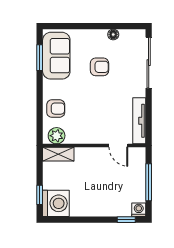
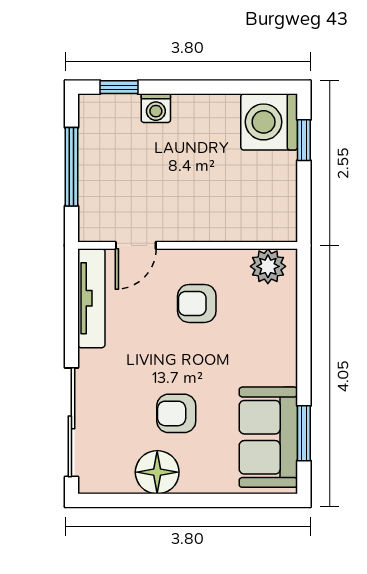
floor lamp: (113, 34) -> (157, 472), width x1.89, depth x1.89
armchair: (56, 109) -> (197, 303), moved
door: (118, 146) -> (136, 245), swing flipped
shelving: (58, 154) -> (264, 227), removed
washing machine: (139, 210) -> (156, 108), moved

